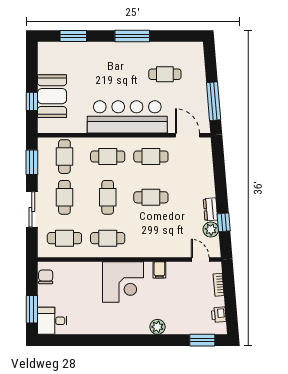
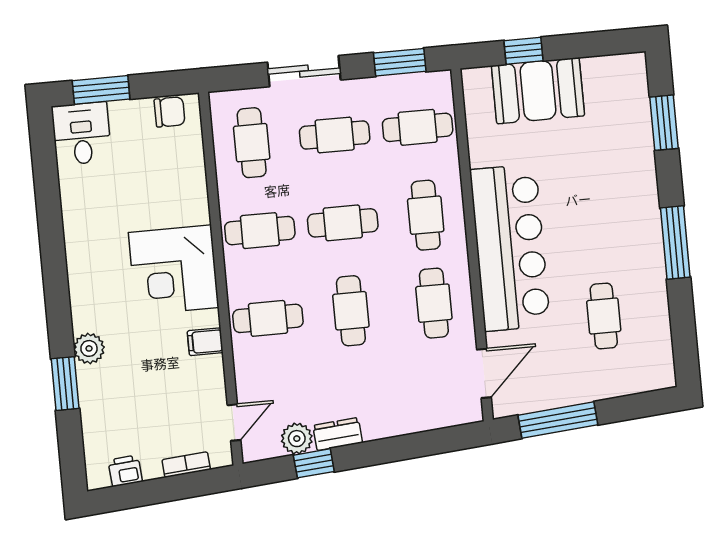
cafe table: (108, 238) -> (260, 231), turned 90
cafe table: (151, 238) -> (268, 318), added
window: (202, 340) -> (65, 384), moved

